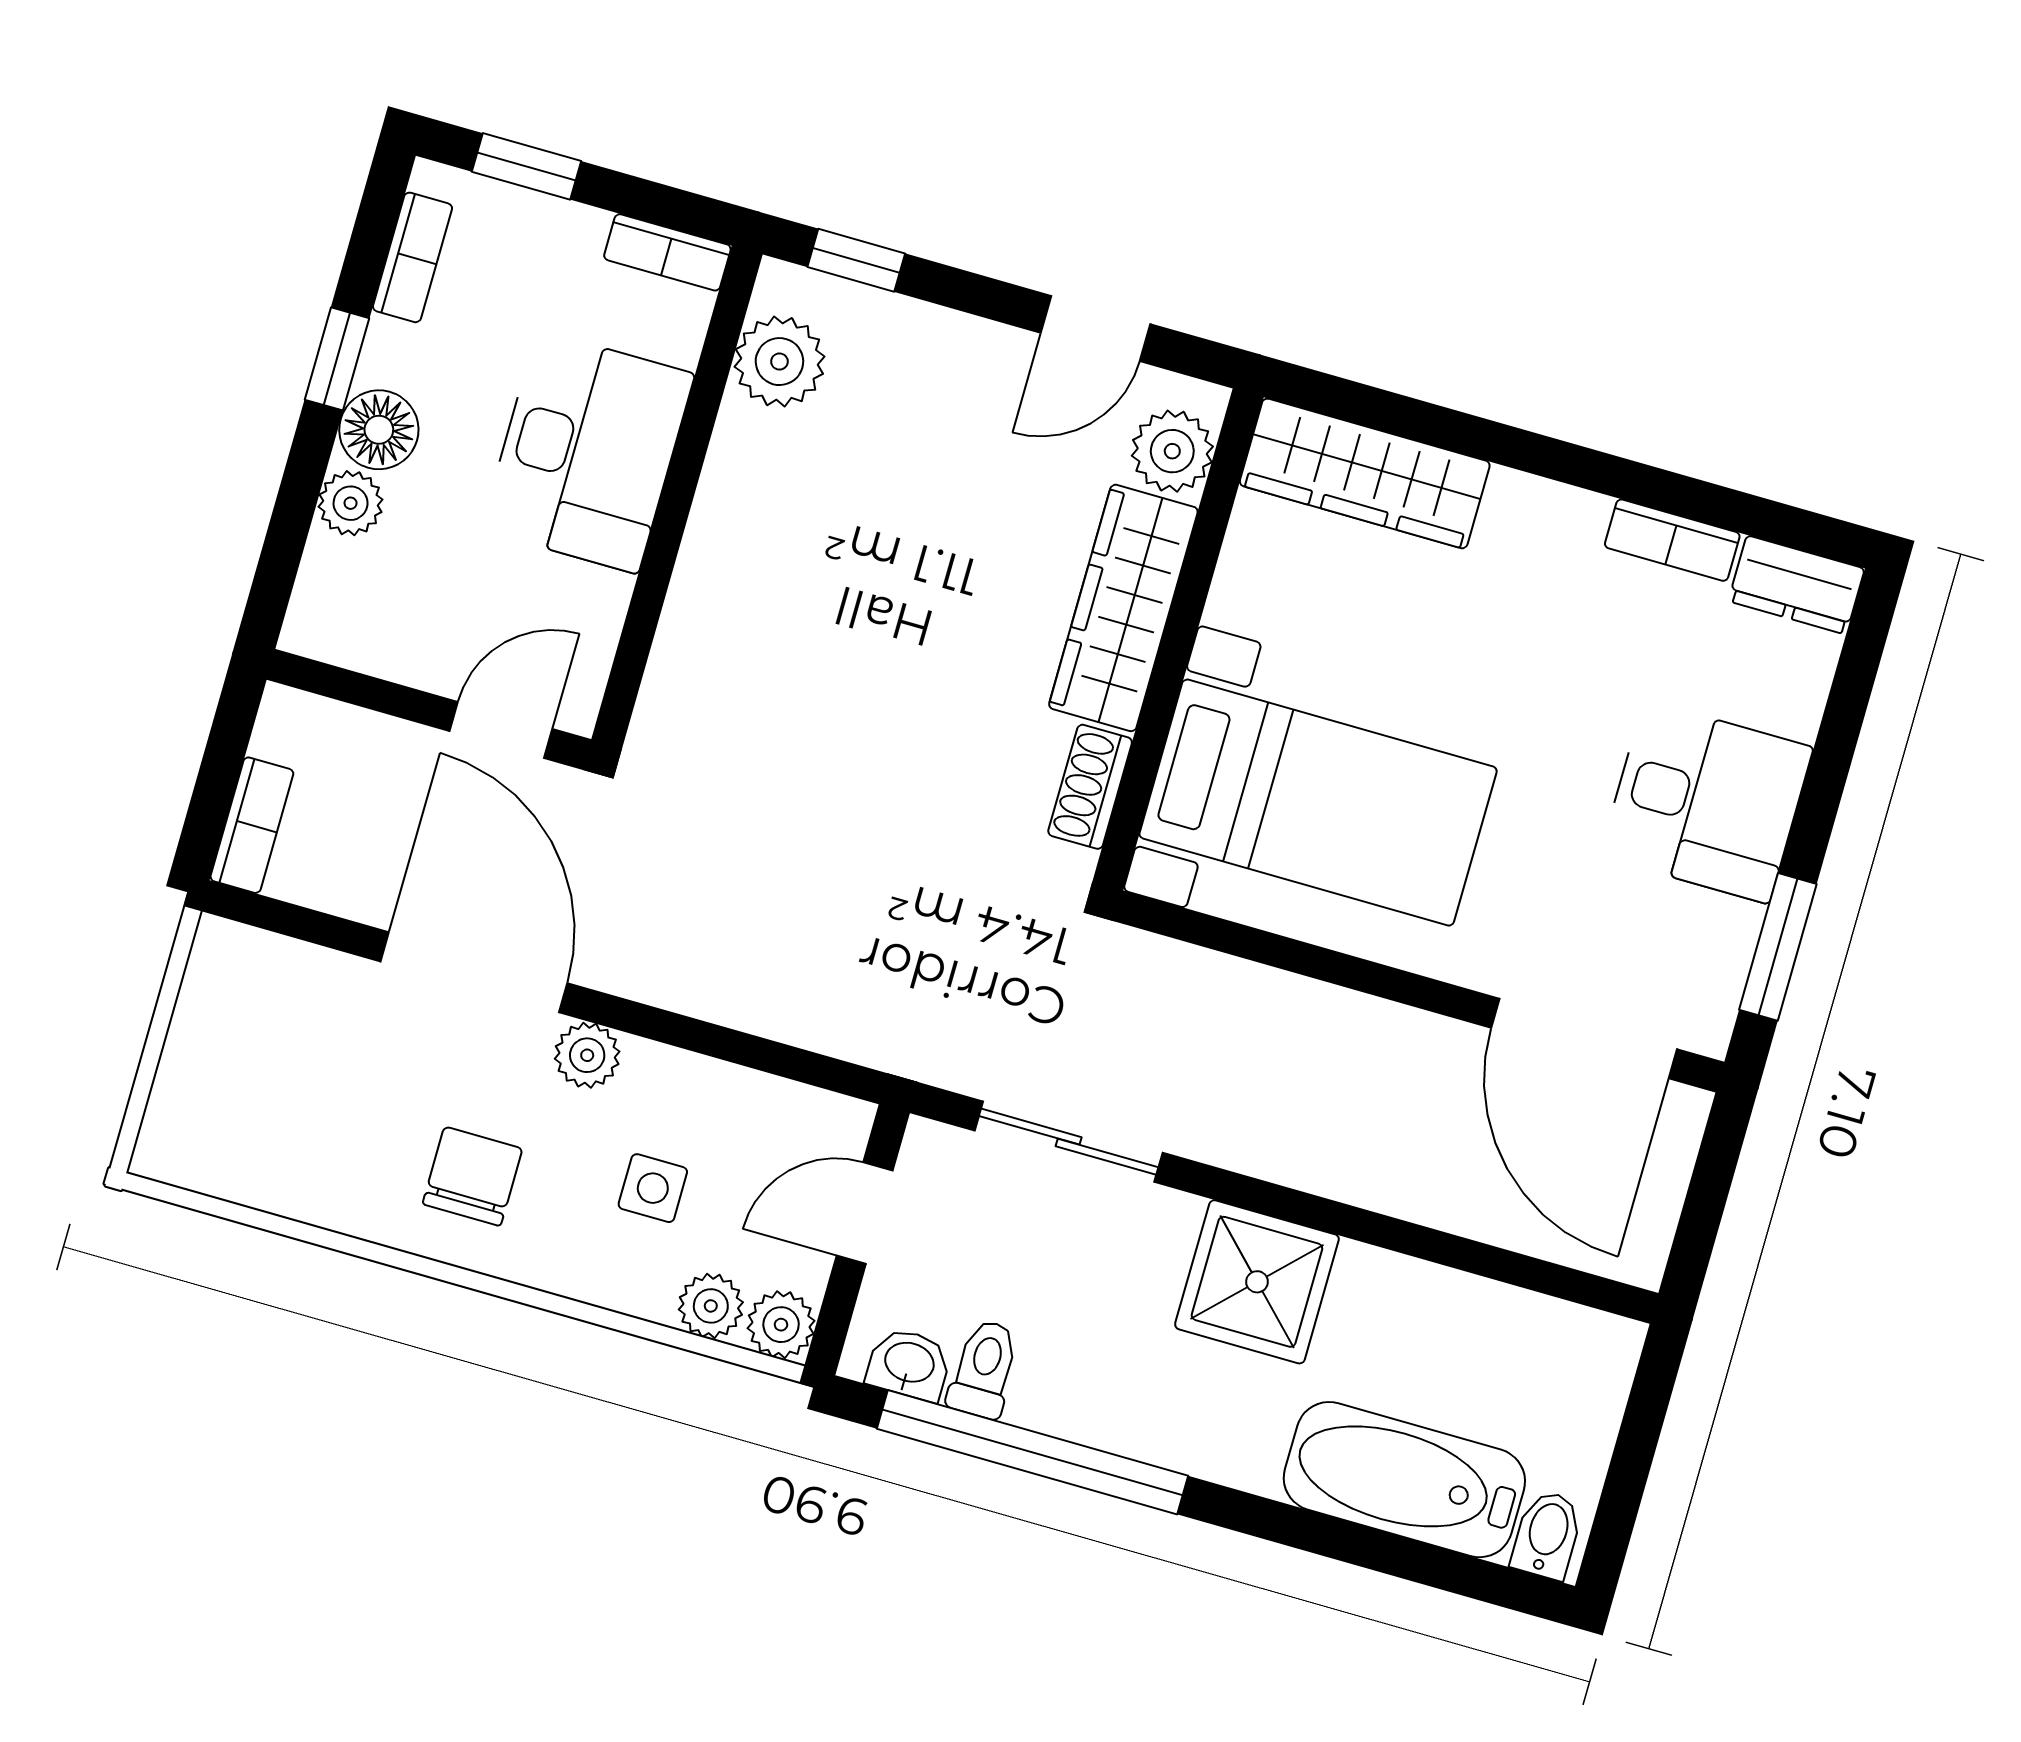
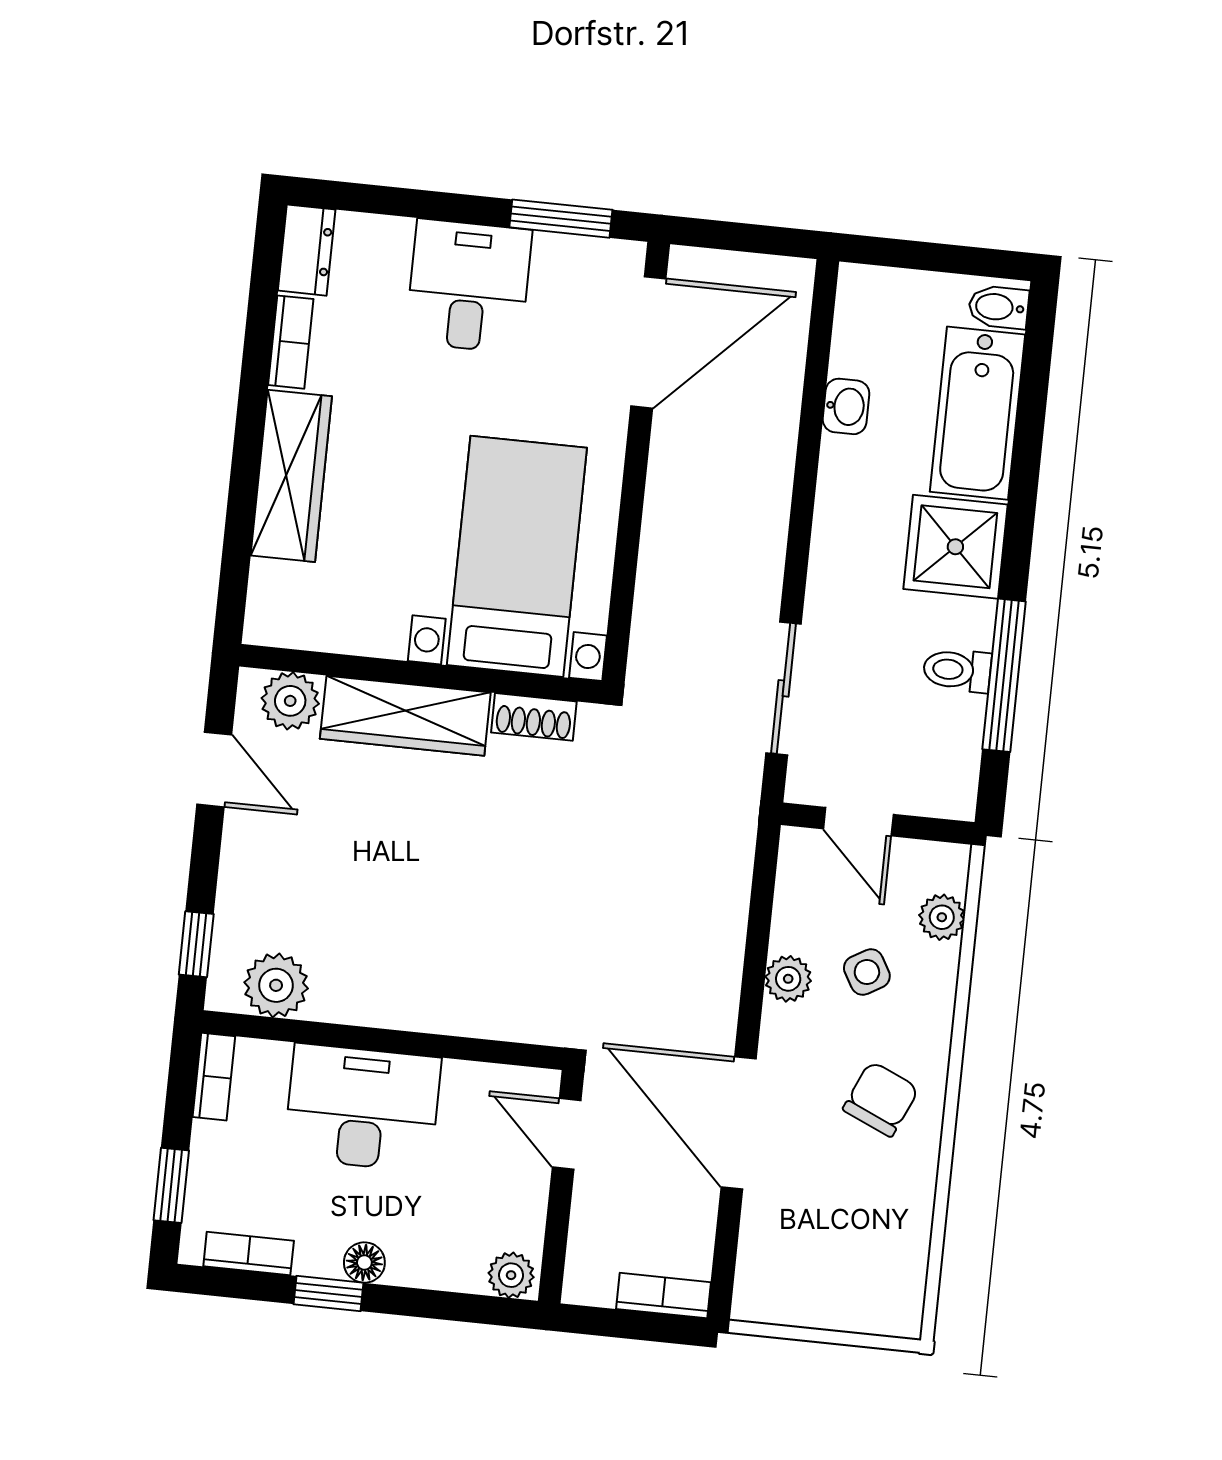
floor lamp: (379, 430) -> (364, 1263), width x0.73, depth x0.73
wardrobe: (1365, 473) -> (291, 476), moved
plant: (351, 503) -> (511, 1275), moved
door: (474, 972) -> (739, 1123), hinge flipped
plant: (587, 1055) -> (788, 979), moved
chair: (472, 1176) -> (881, 1099), turned 114
side table: (653, 1188) -> (867, 972), turned -30
shower: (1257, 1282) -> (955, 547), moved
plant: (781, 1325) -> (946, 866), removed
washbasin: (909, 1364) -> (846, 406), moved, turned 180
toilet: (984, 1369) -> (957, 670), moved
window: (1033, 1452) -> (1004, 675), width x0.68

